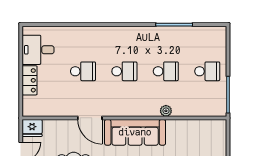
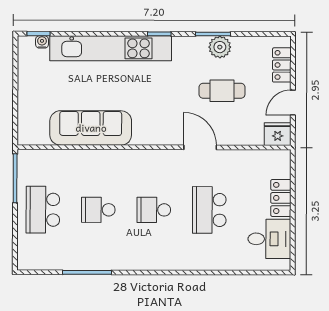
school desk: (83, 71) -> (209, 210), width x1.85
school desk: (207, 71) -> (43, 210), width x1.85
plant: (166, 111) -> (98, 157), removed
sofa: (135, 132) -> (91, 128), moved

